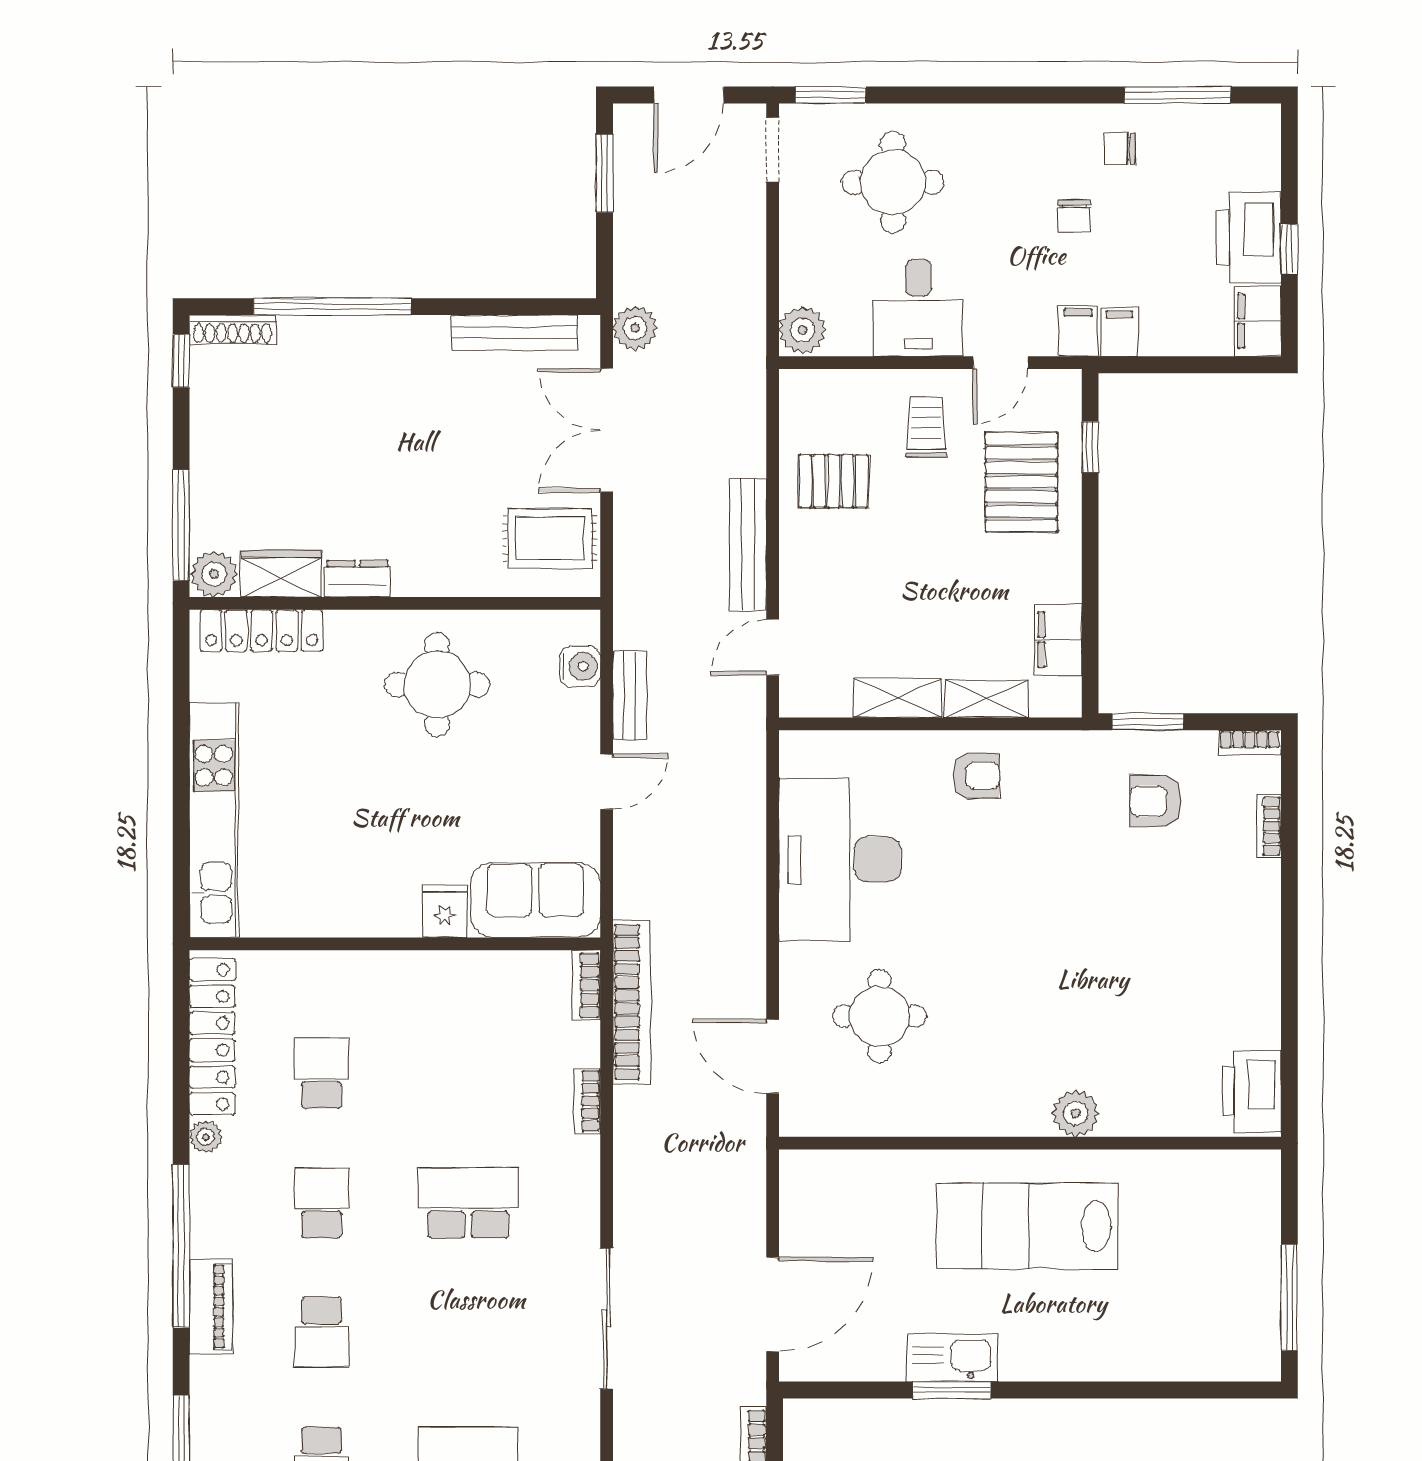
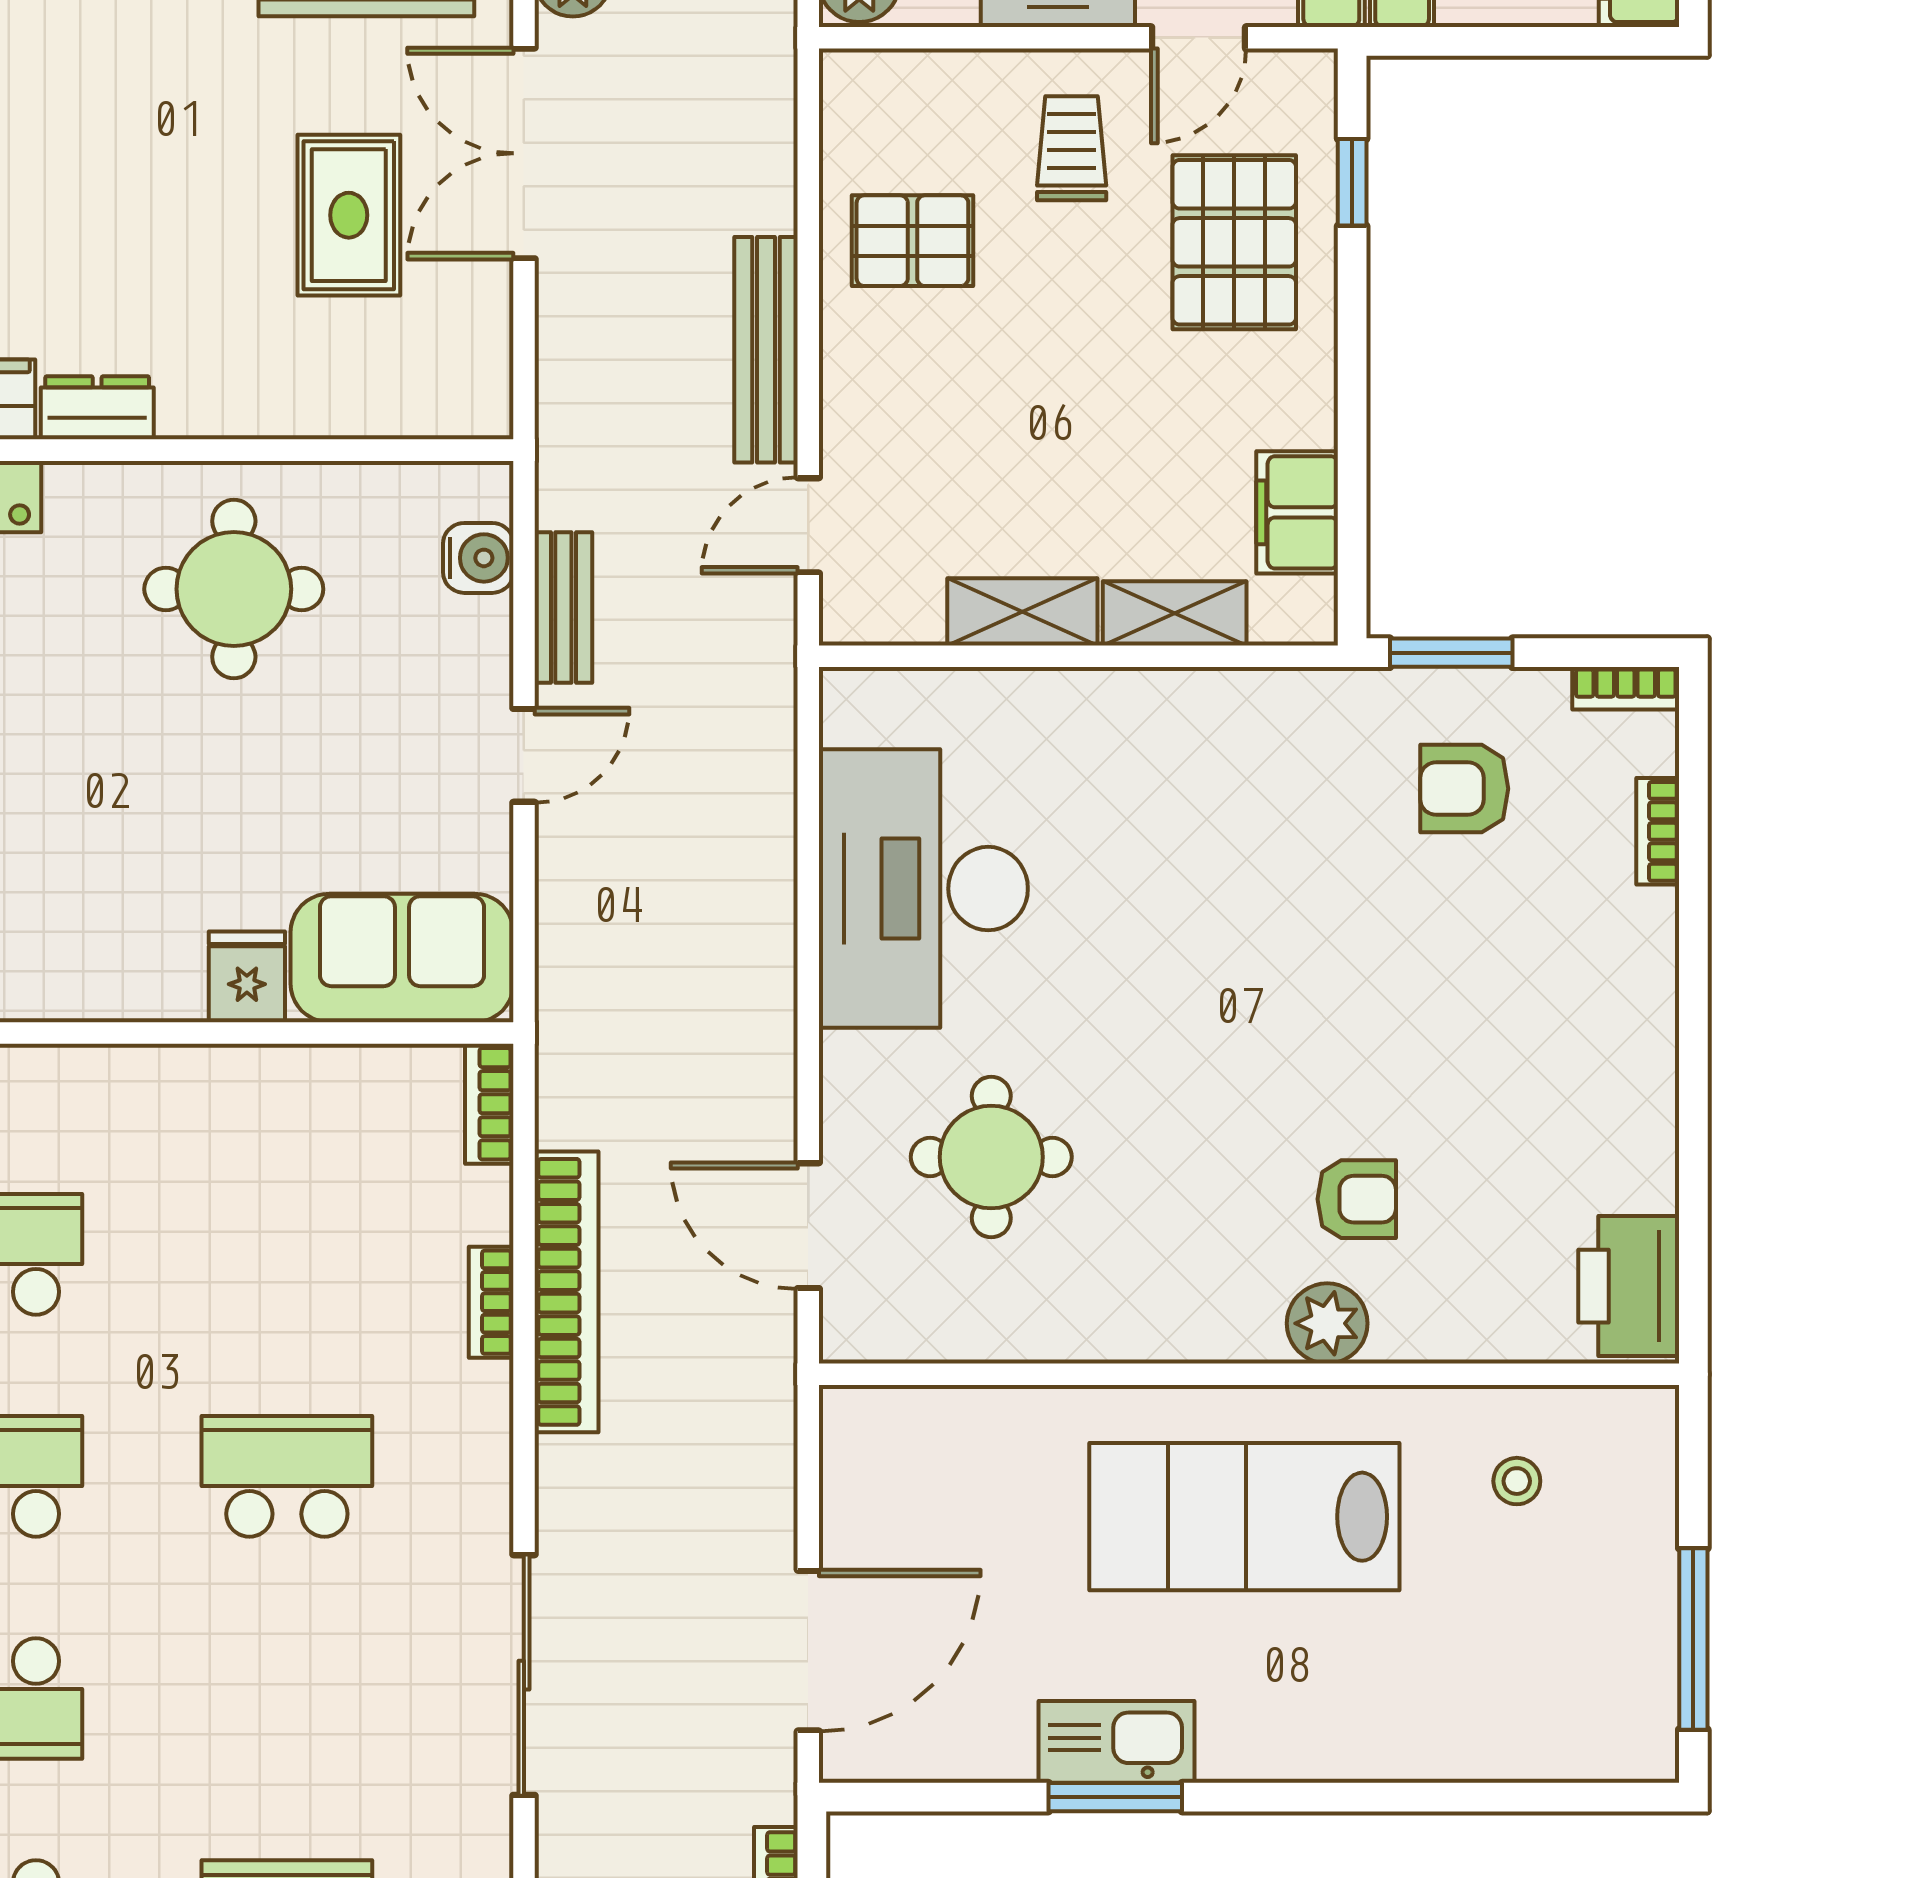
rug: (550, 538) -> (349, 215), moved, turned 90
armchair: (976, 776) -> (1357, 1199), moved
bookcase: (631, 1002) -> (567, 1292), moved
stool: (1186, 1205) -> (1517, 1481), added

